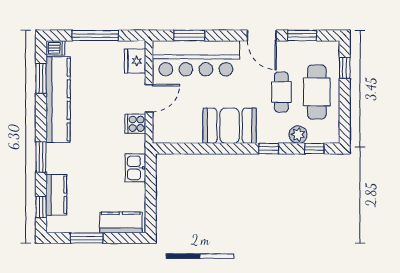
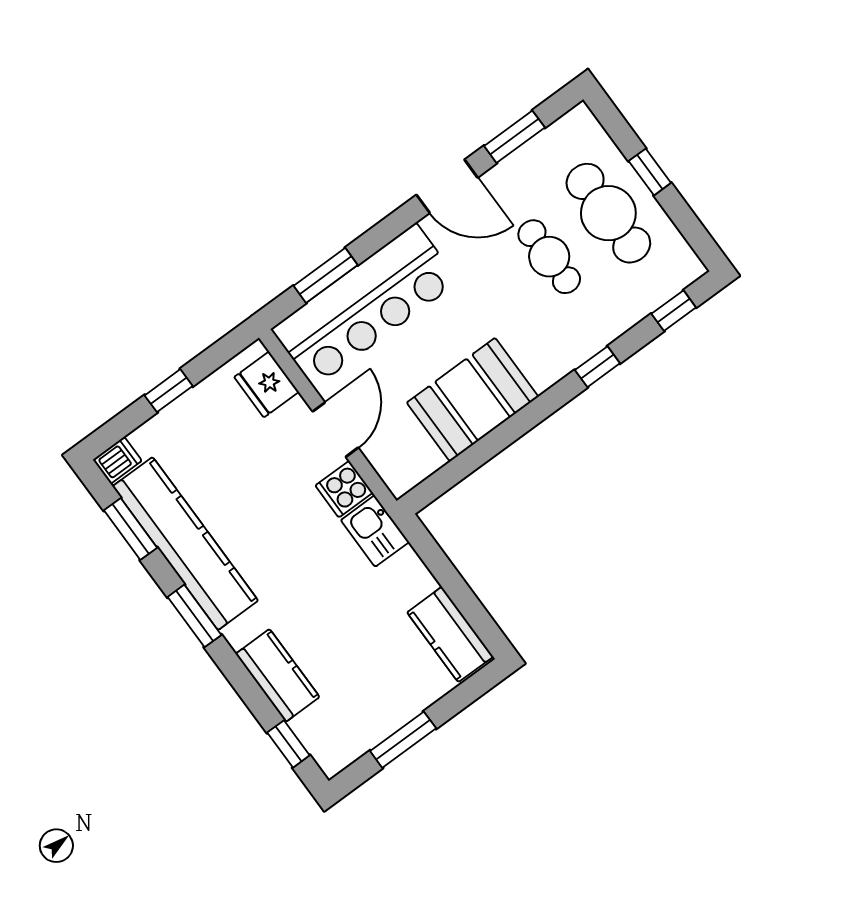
window: (95, 35) -> (169, 391), width x0.46
window: (345, 68) -> (650, 172), moved
booth: (230, 126) -> (473, 400), moved
plant: (298, 135) -> (629, 307), removed
window: (41, 157) -> (194, 616), moved
kitchen sink: (135, 168) -> (375, 531), moved
kitchen counter: (56, 195) -> (277, 675), moved
kitchen counter: (121, 222) -> (450, 634), moved, turned -90

